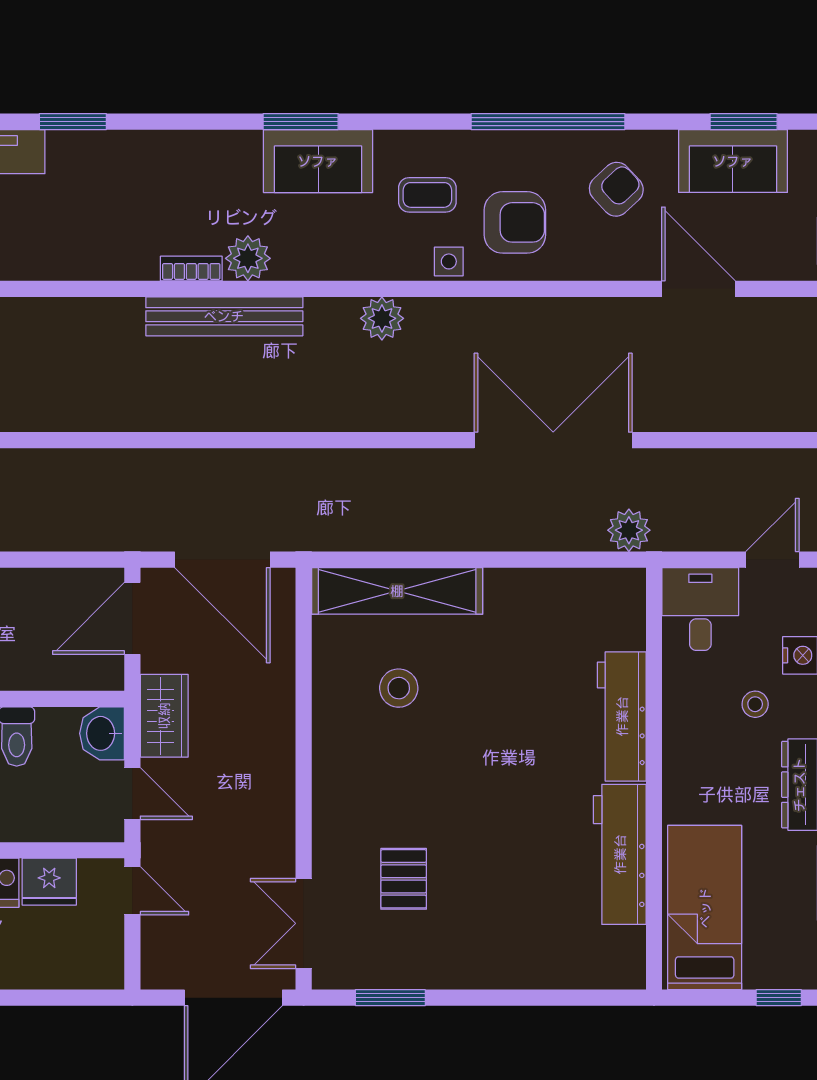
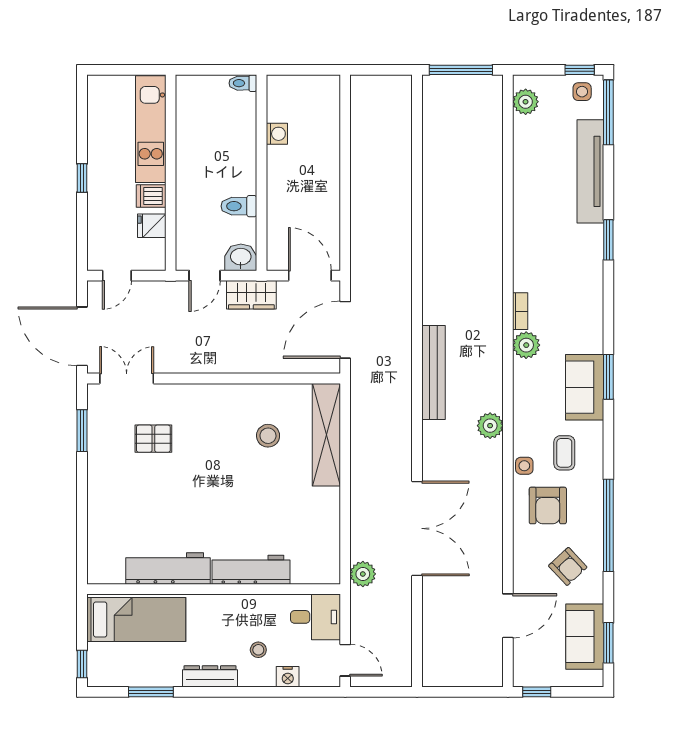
bench: (224, 316) -> (434, 373), moved
fridge: (49, 882) -> (152, 226), width x0.72
door: (132, 891) -> (117, 276), moved

